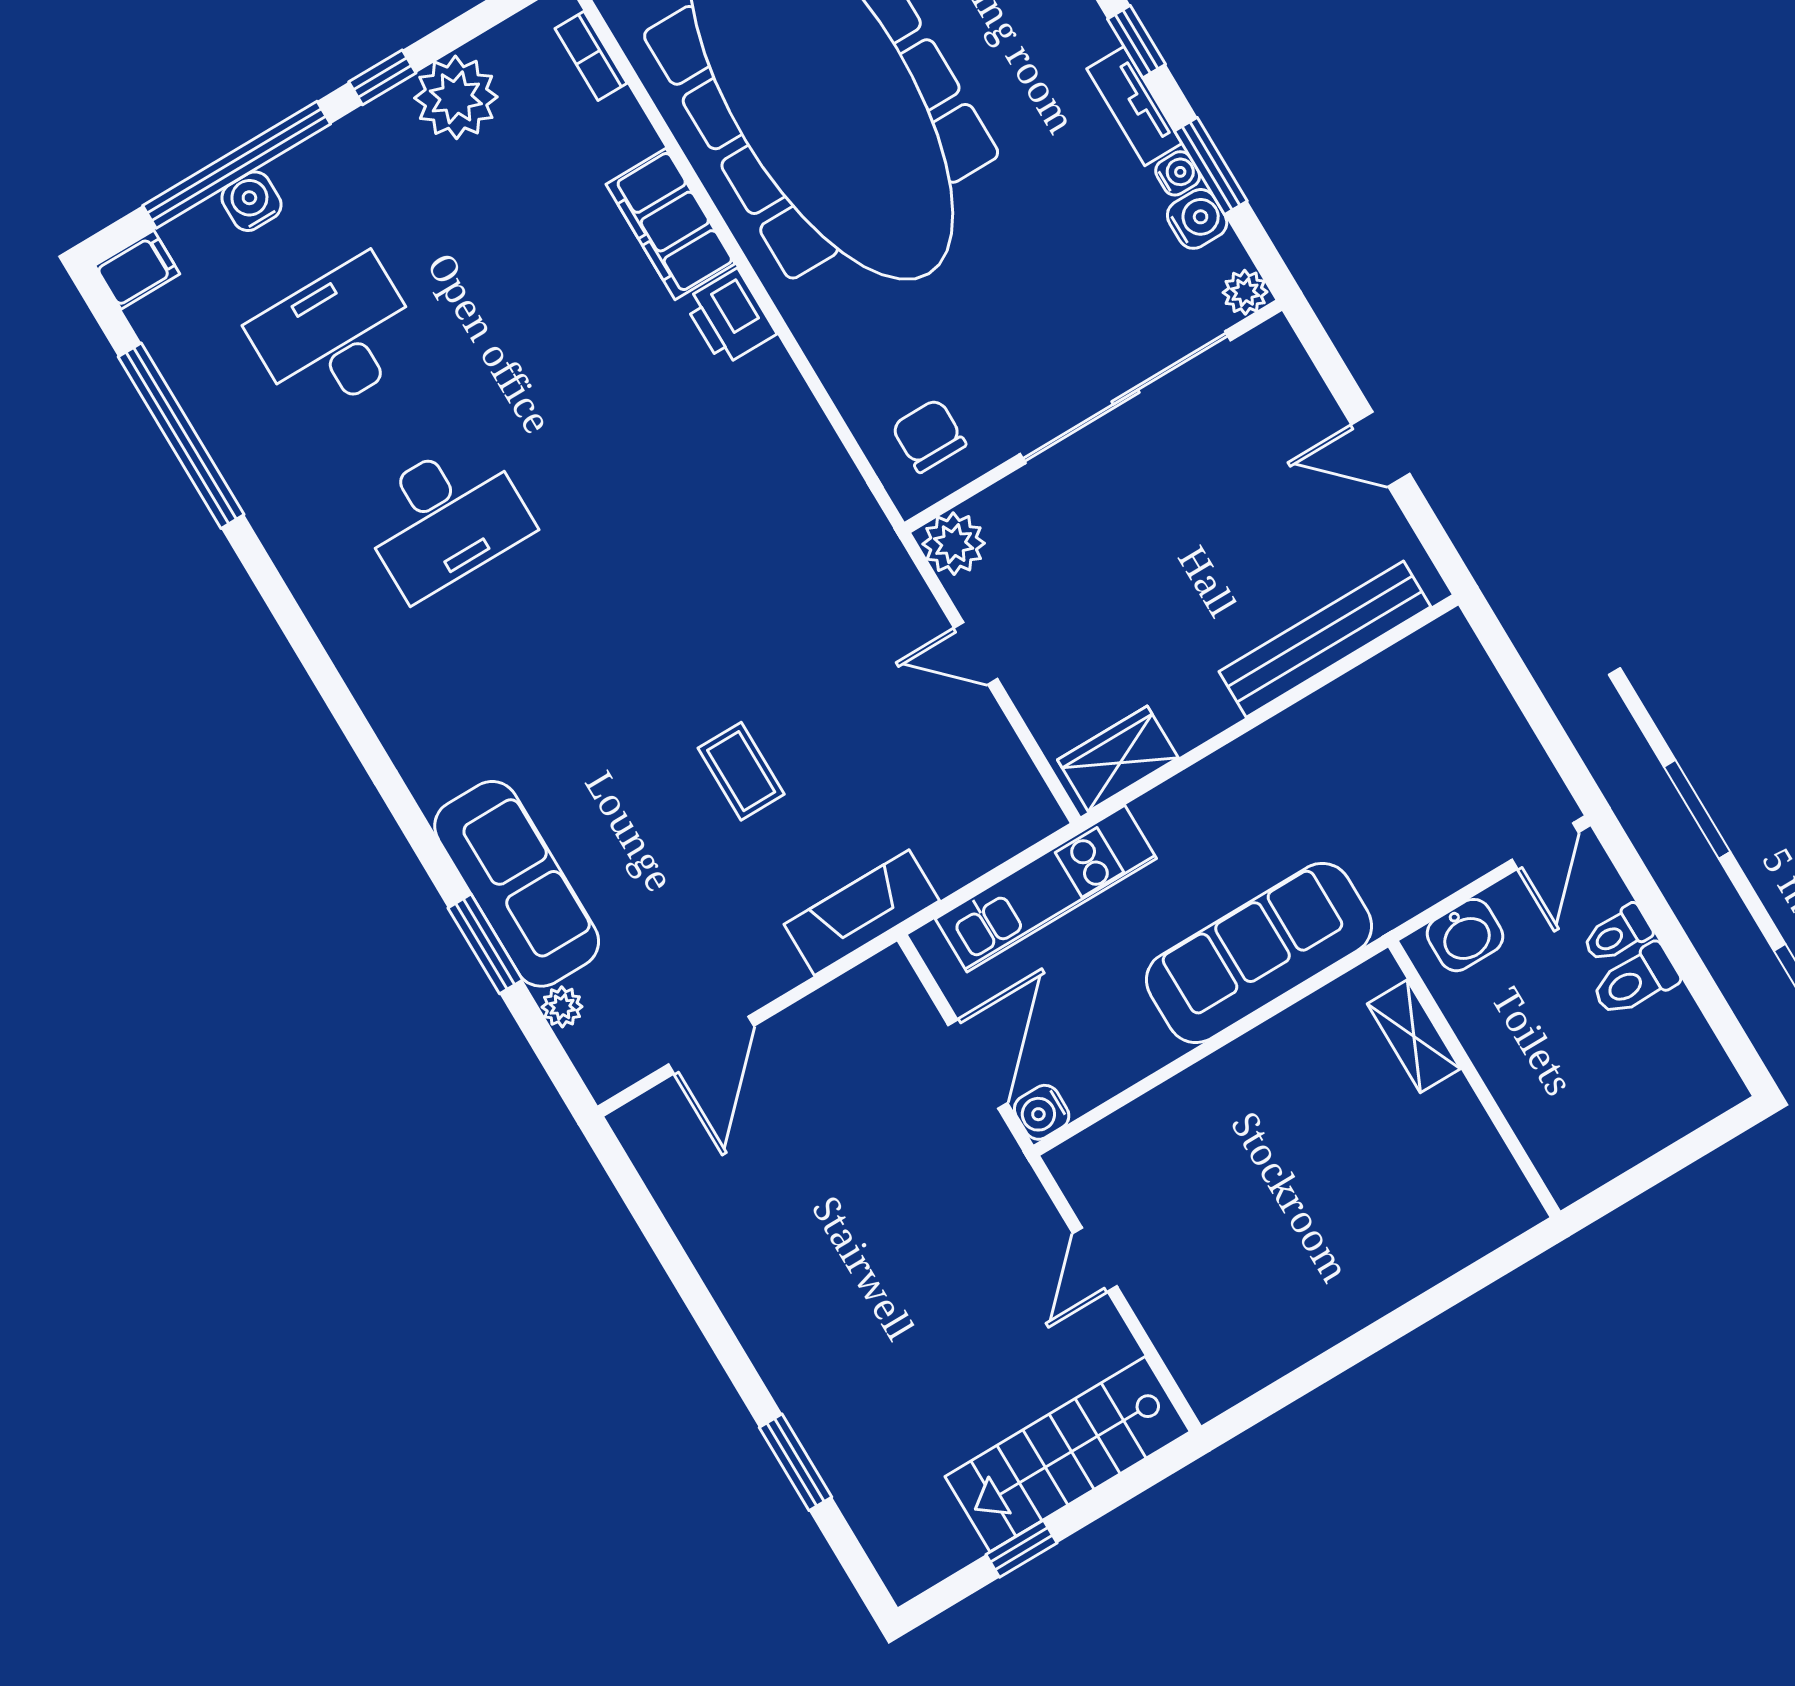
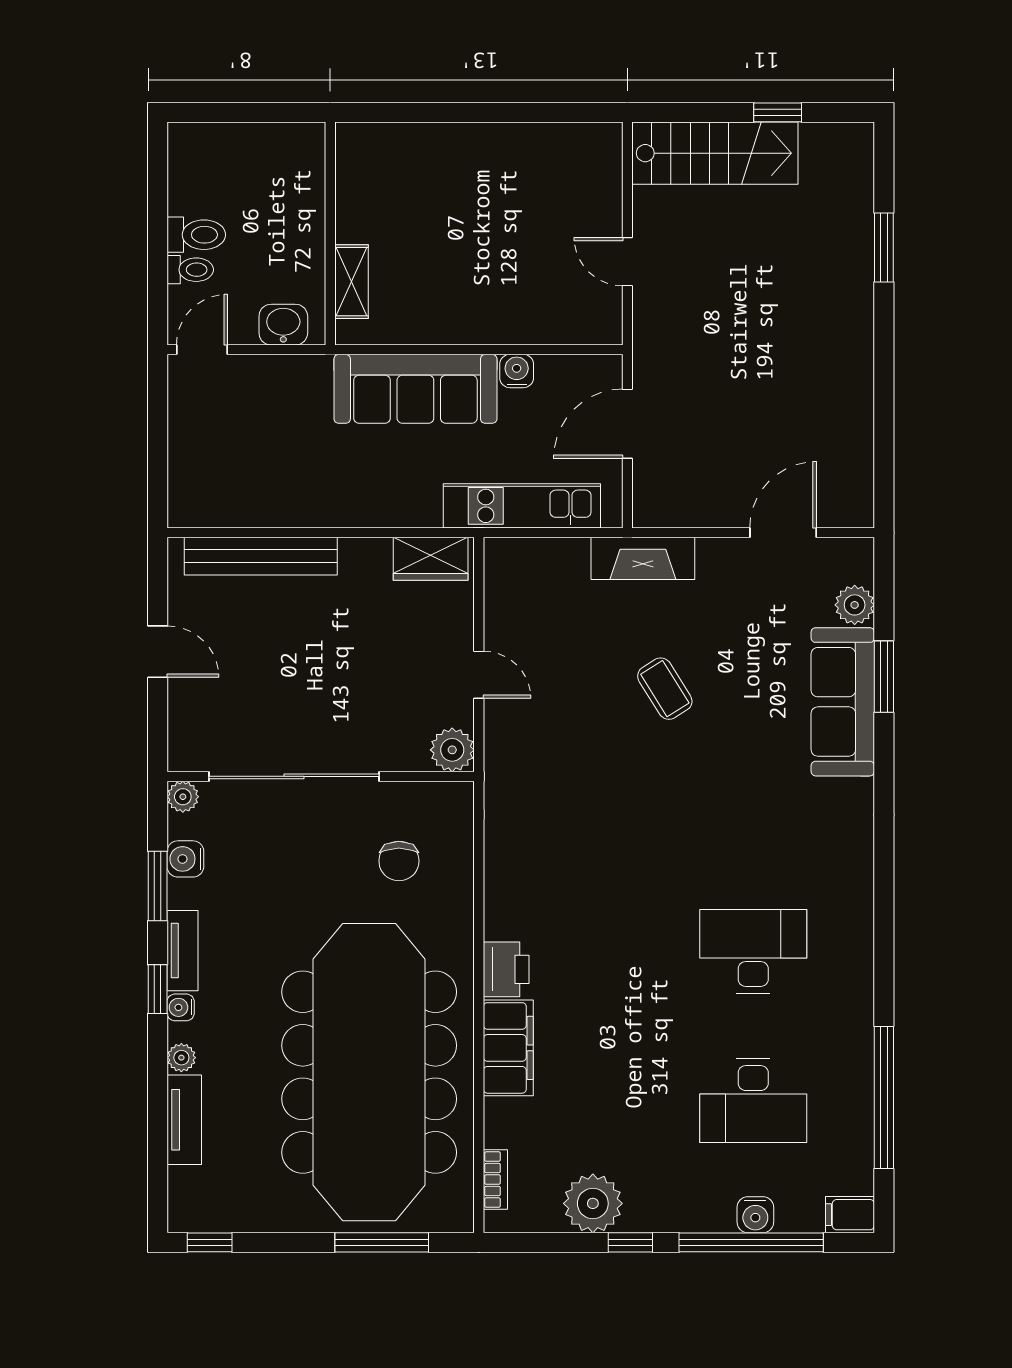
water cooler: (1178, 173) -> (181, 1007), moved
chair: (929, 436) -> (399, 861), moved
coffee table: (741, 771) -> (665, 689), turned -32
plant: (562, 1007) -> (855, 605), width x1.38, depth x1.38
water cooler: (1042, 1112) -> (517, 371), moved, turned -90
door: (1095, 1260) -> (627, 262), swing flipped

